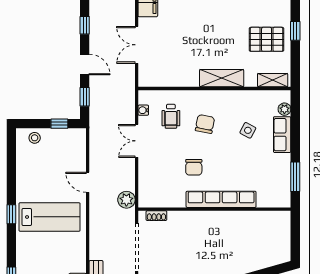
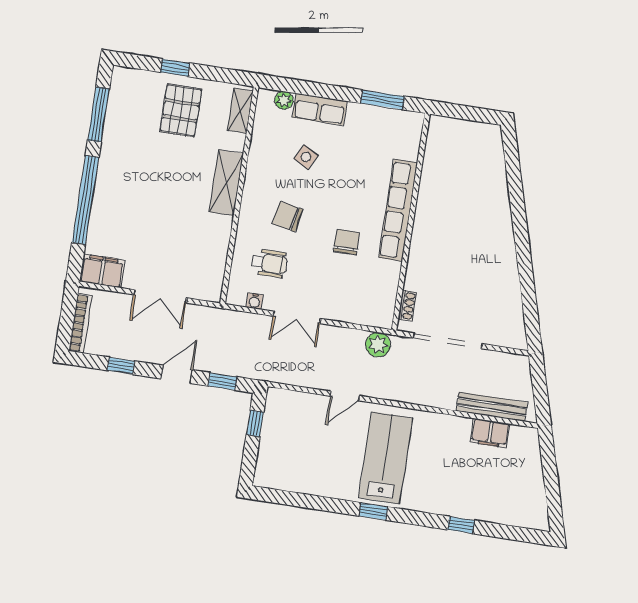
stool: (35, 138) -> (270, 462), removed
chair: (194, 167) -> (347, 242), turned -90

